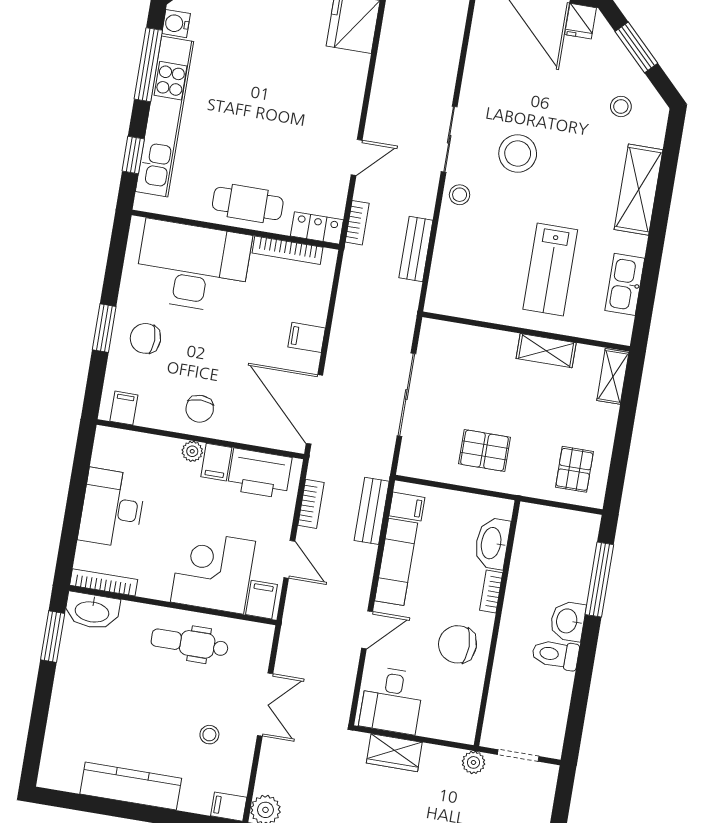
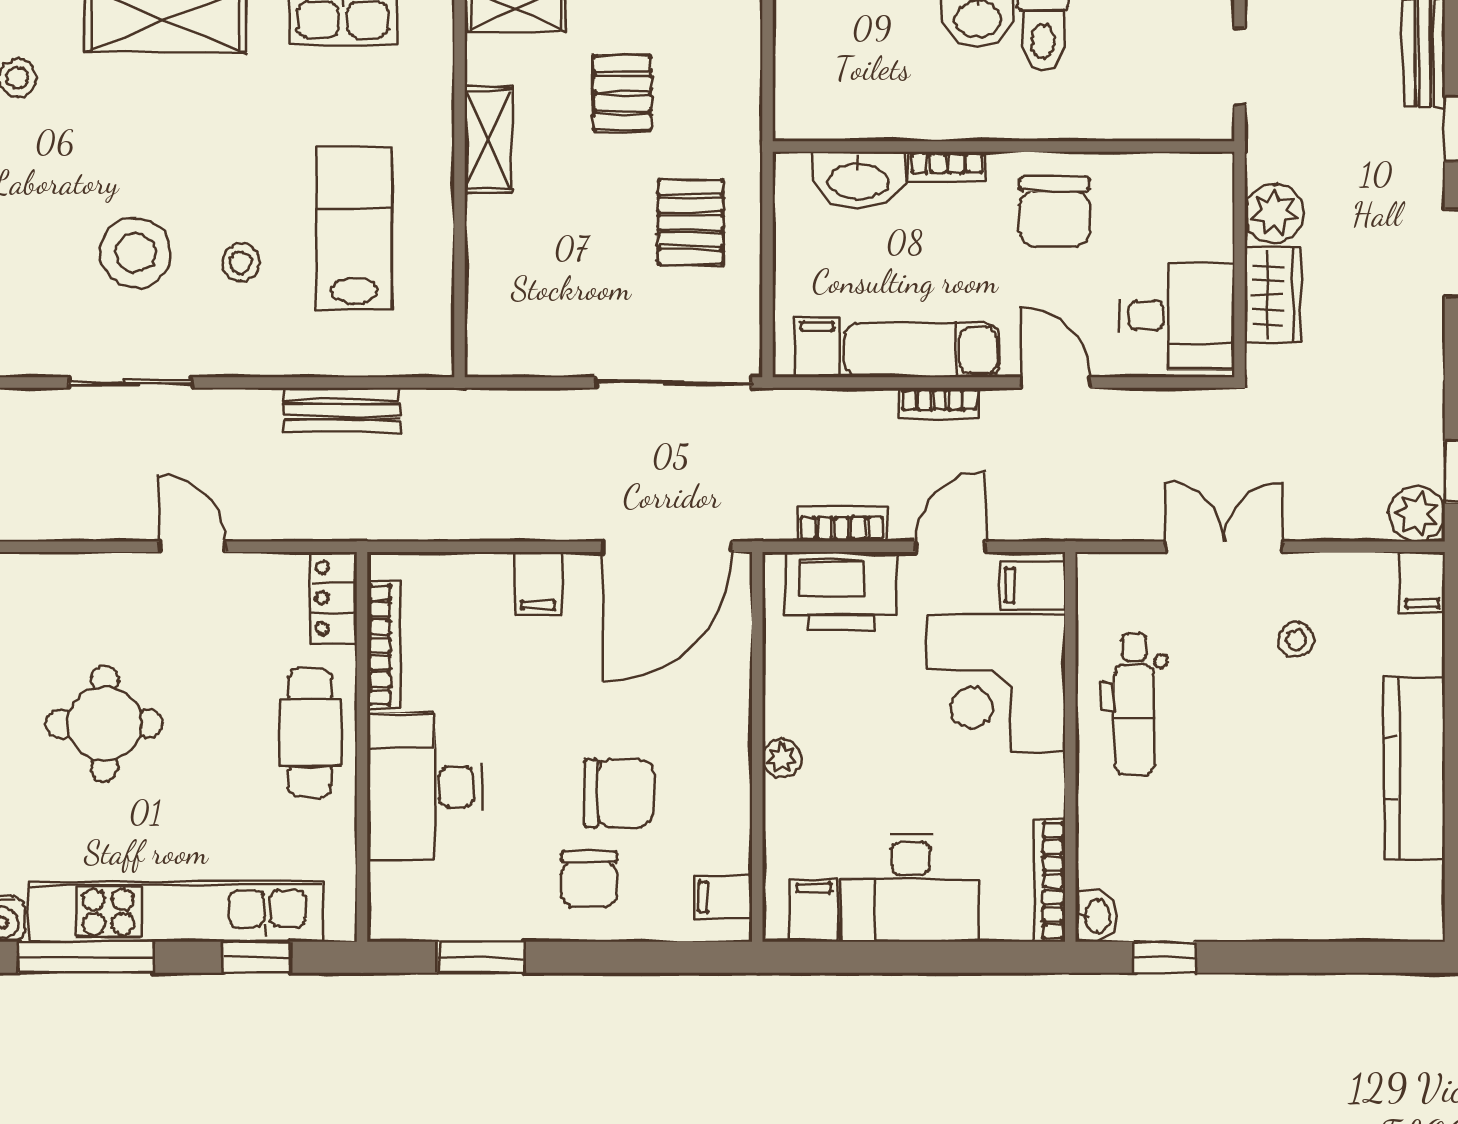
round table: (271, 95) -> (104, 724), added
stool: (460, 195) -> (241, 262), moved
bookcase: (357, 223) -> (940, 403), moved, turned 180
desk: (193, 266) -> (425, 787), width x0.73, depth x0.77
lab bench: (550, 270) -> (354, 229), moved, turned -90
window: (104, 328) -> (481, 957), moved
sliding door: (406, 395) -> (674, 383), moved
chair: (200, 409) -> (619, 793), moved, width x1.37, depth x1.37
filing cabinet: (216, 462) -> (813, 910), moved, turned -90
pallet: (574, 469) -> (622, 93), moved, turned 90
printer: (260, 474) -> (841, 591), moved, turned 90
bench: (372, 511) -> (836, 411), removed
washbasin: (92, 611) -> (1096, 916), width x0.52, depth x0.69
window: (53, 637) -> (1165, 957), width x0.67
plant: (474, 762) -> (1274, 213), moved, width x1.38, depth x1.38

